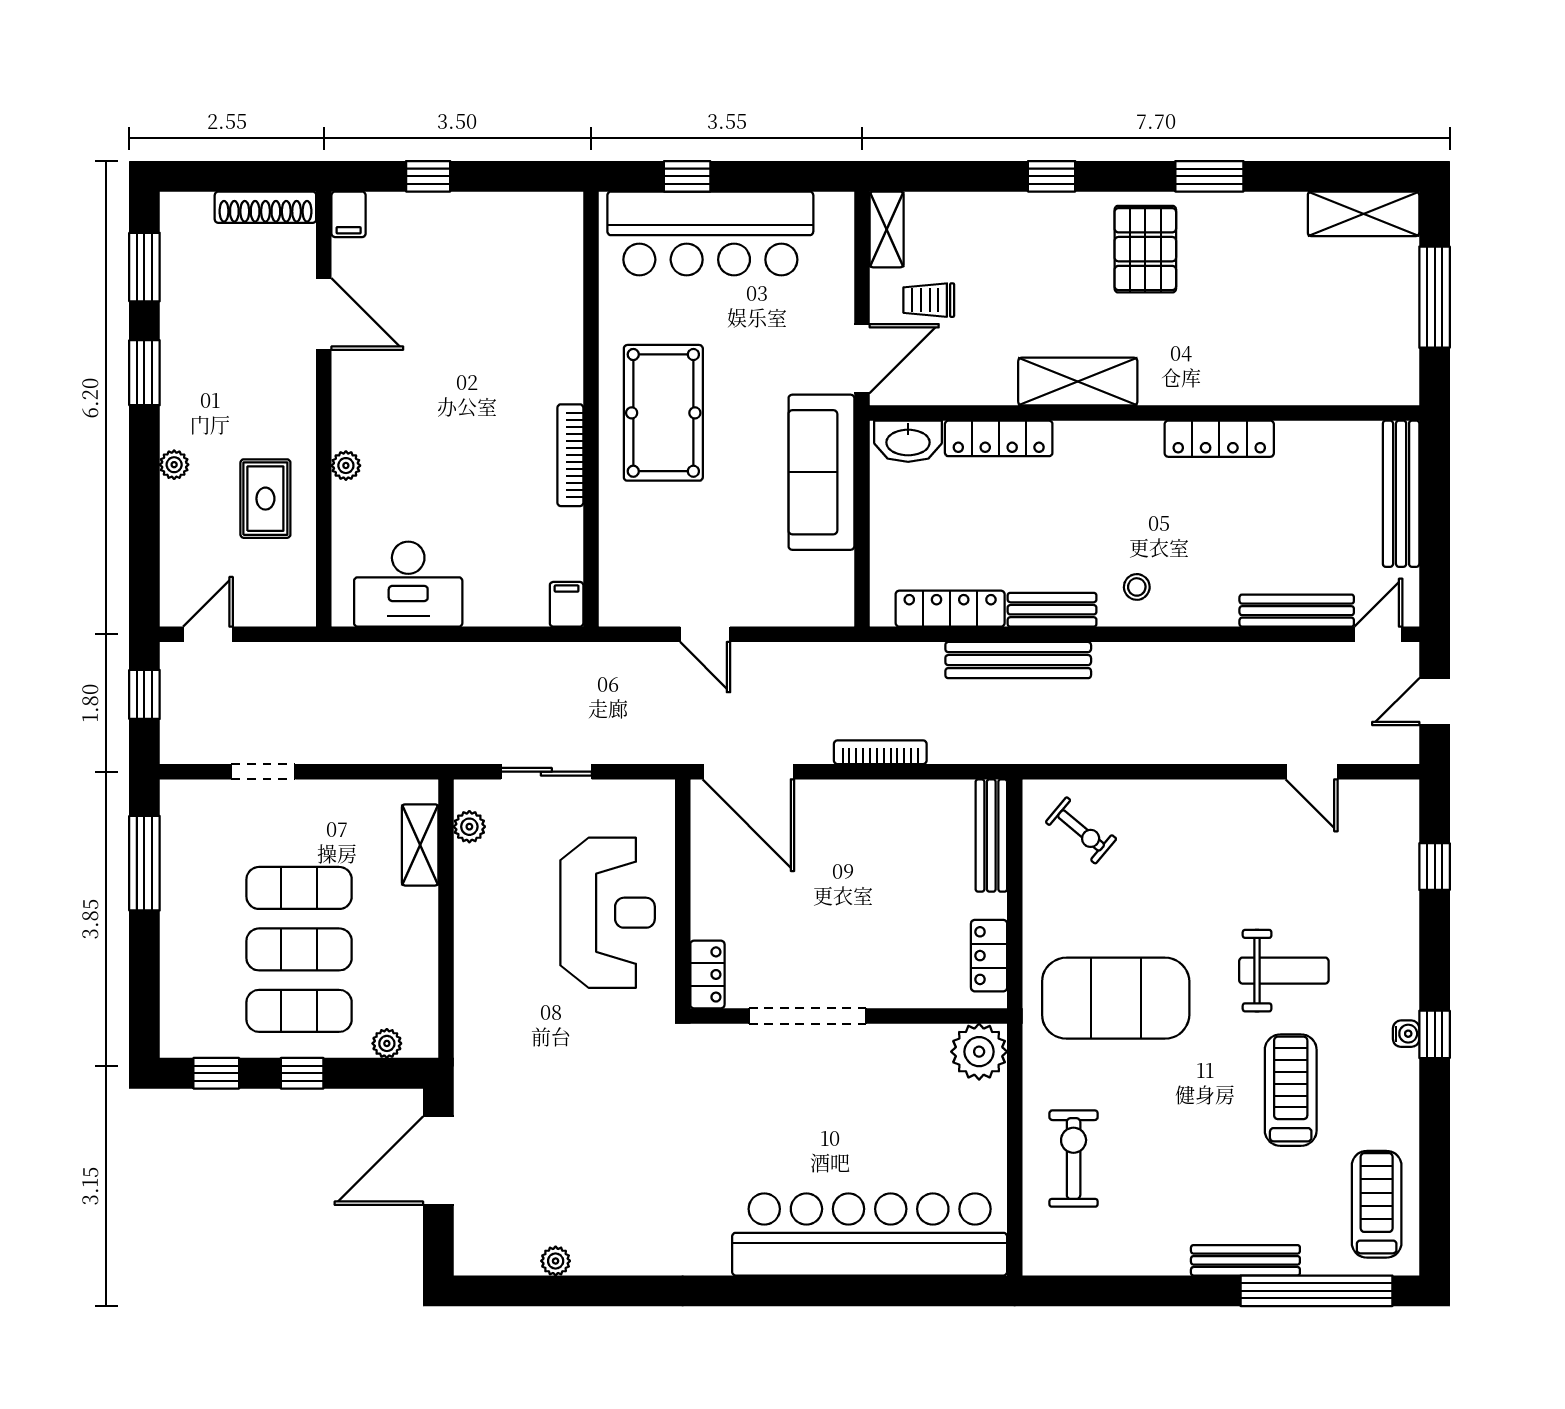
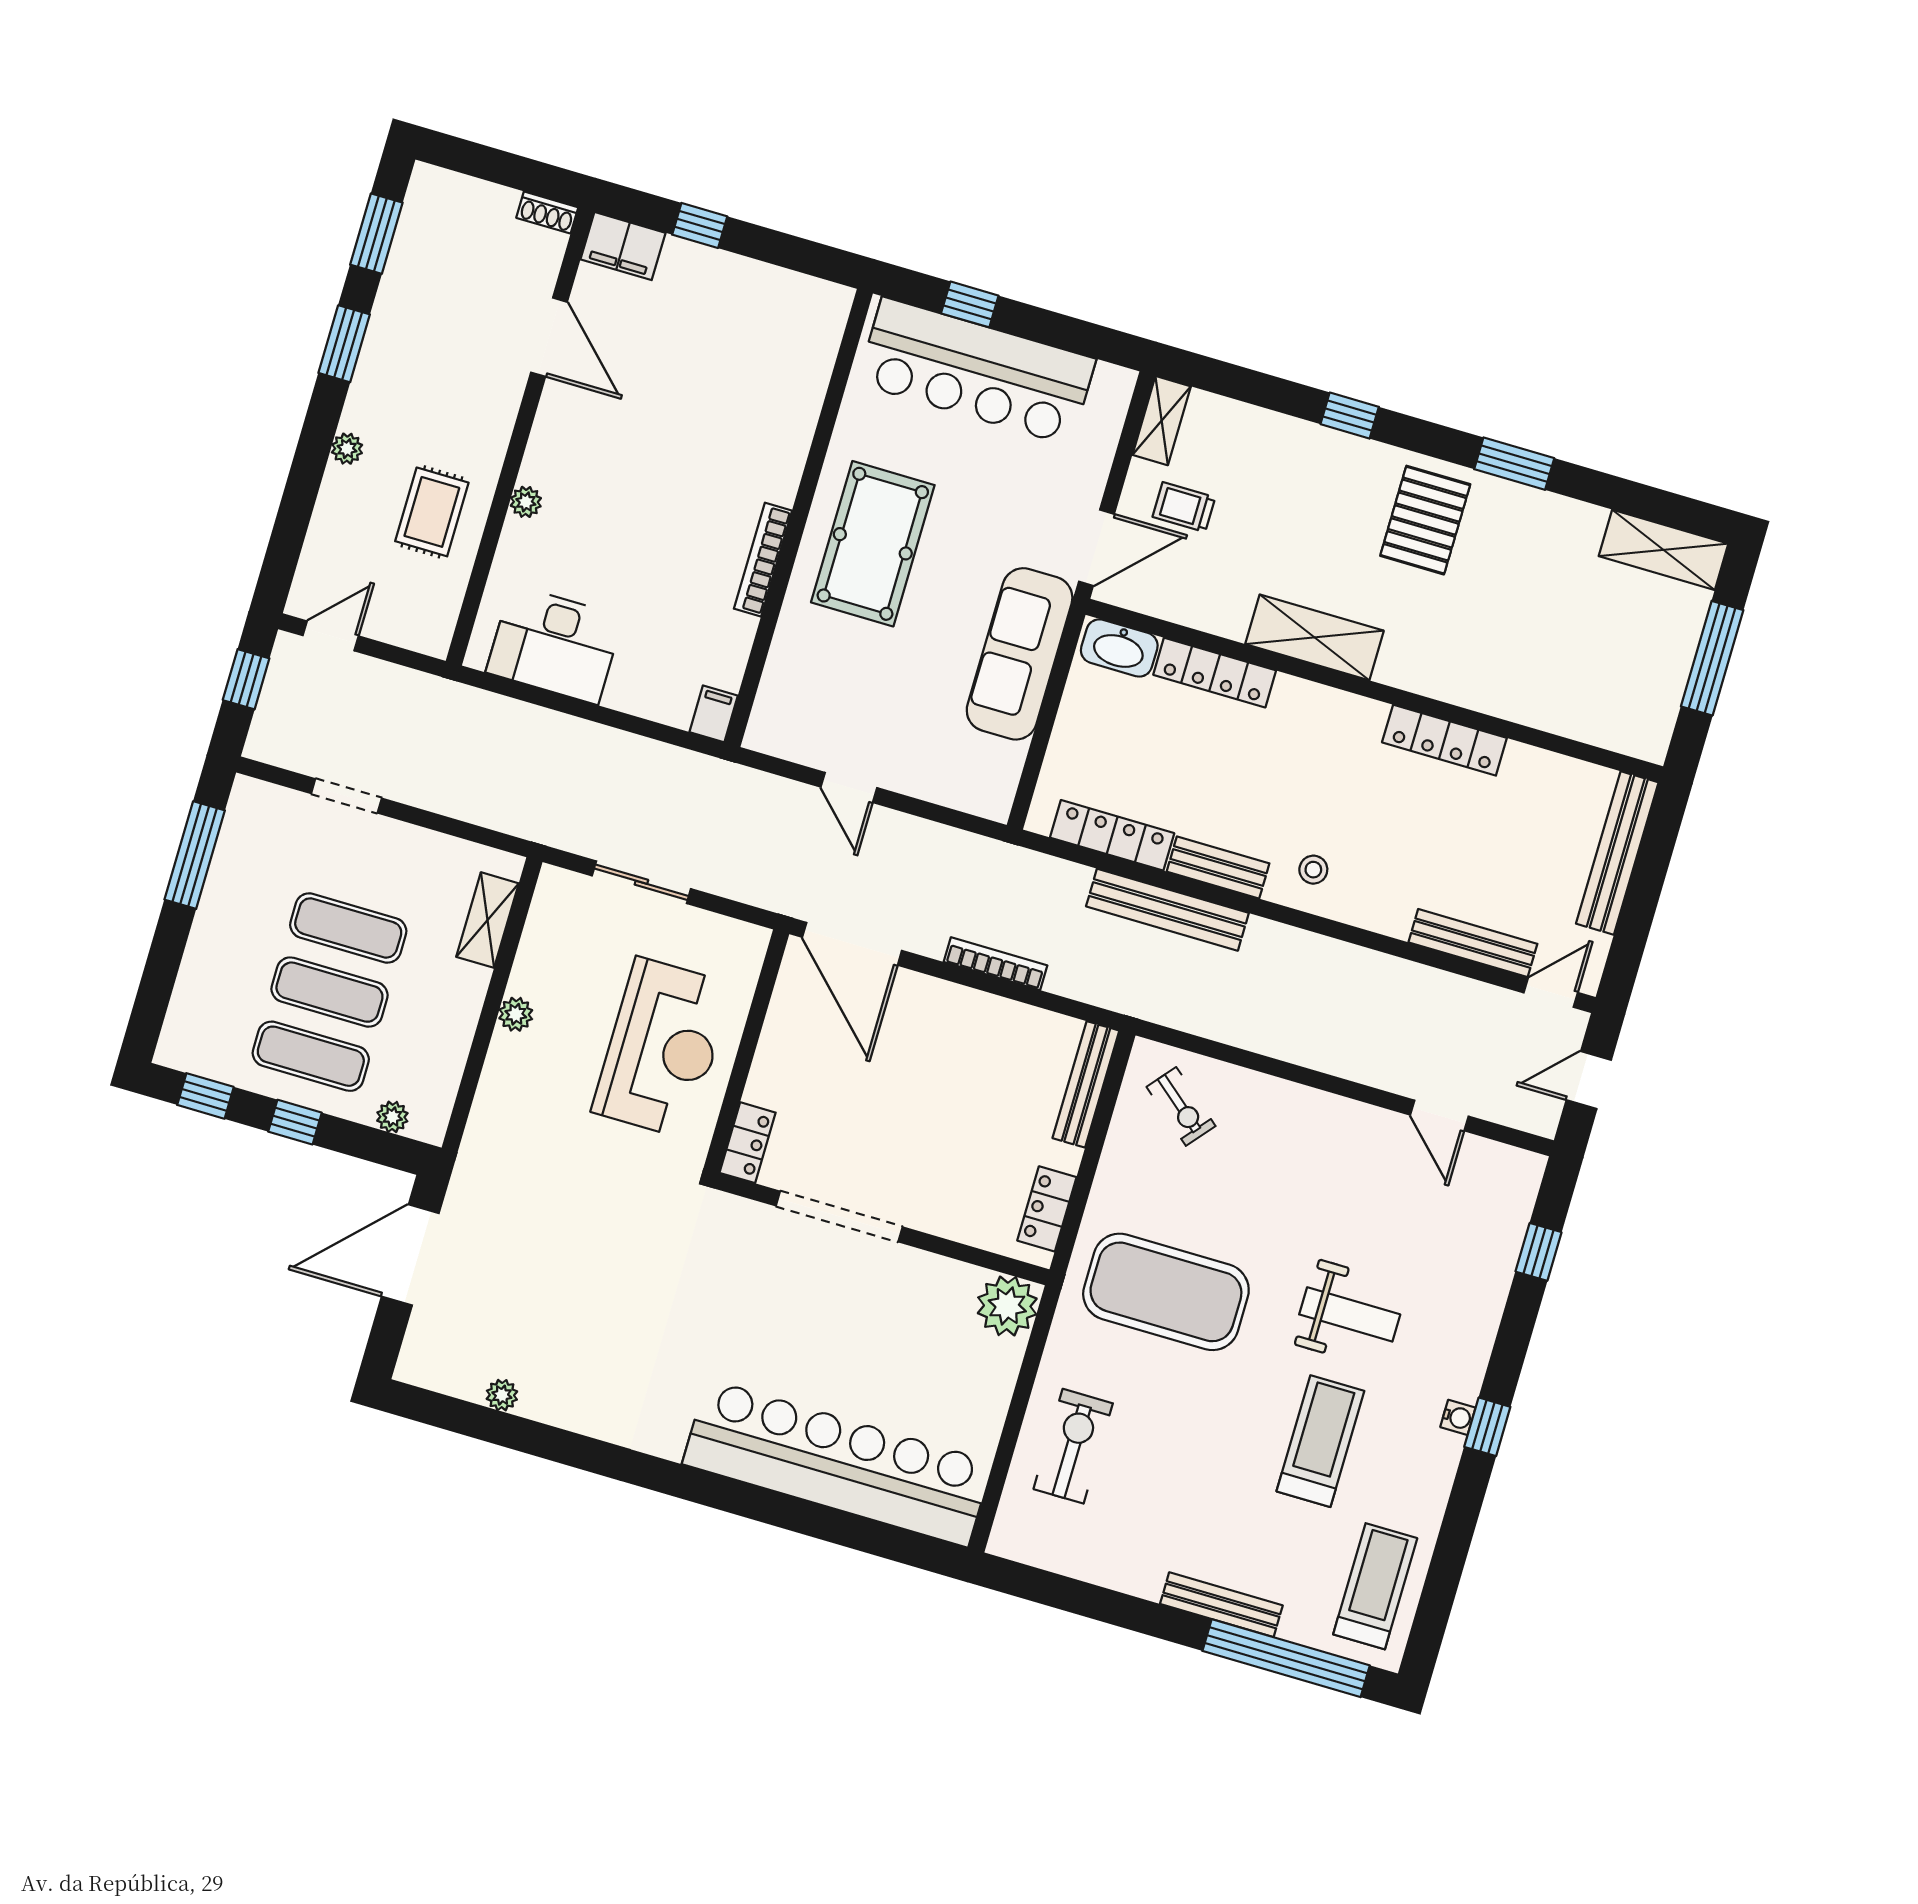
shoe rack: (265, 207) -> (547, 213), width x0.51, depth x0.81
filing cabinet: (349, 214) -> (623, 246), width x2.00
plant: (469, 827) -> (516, 1014), moved

